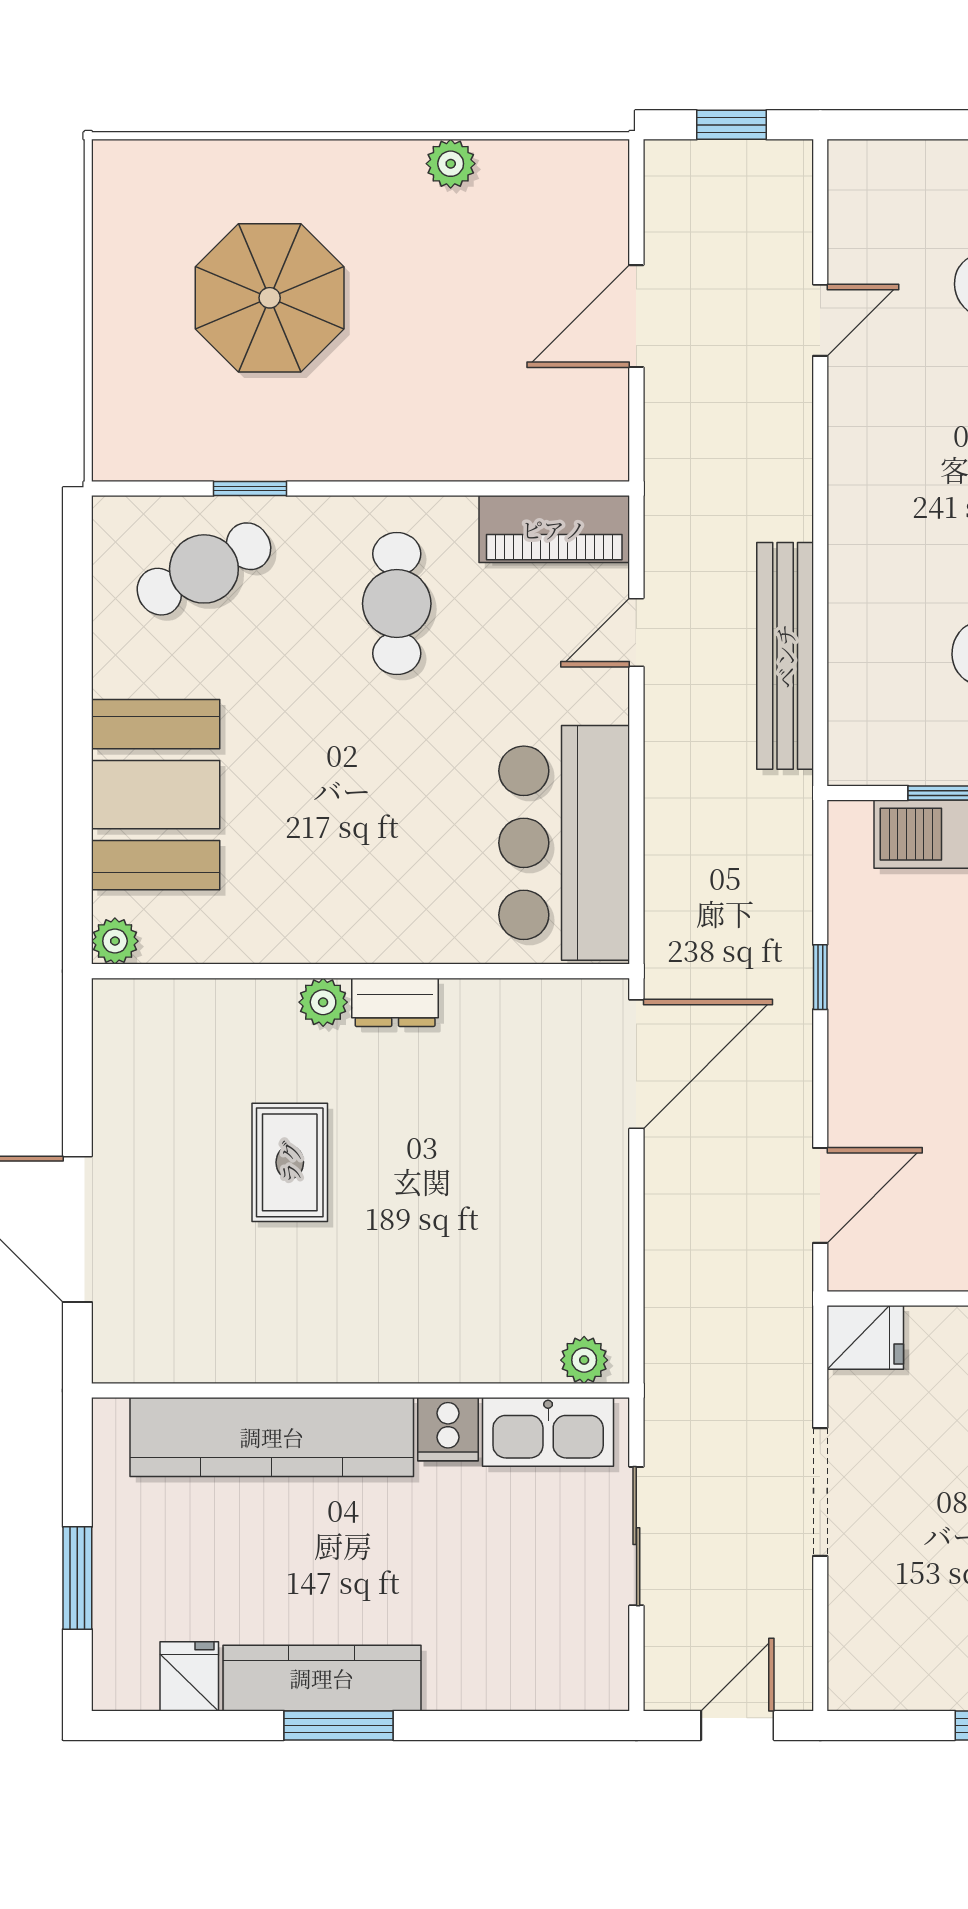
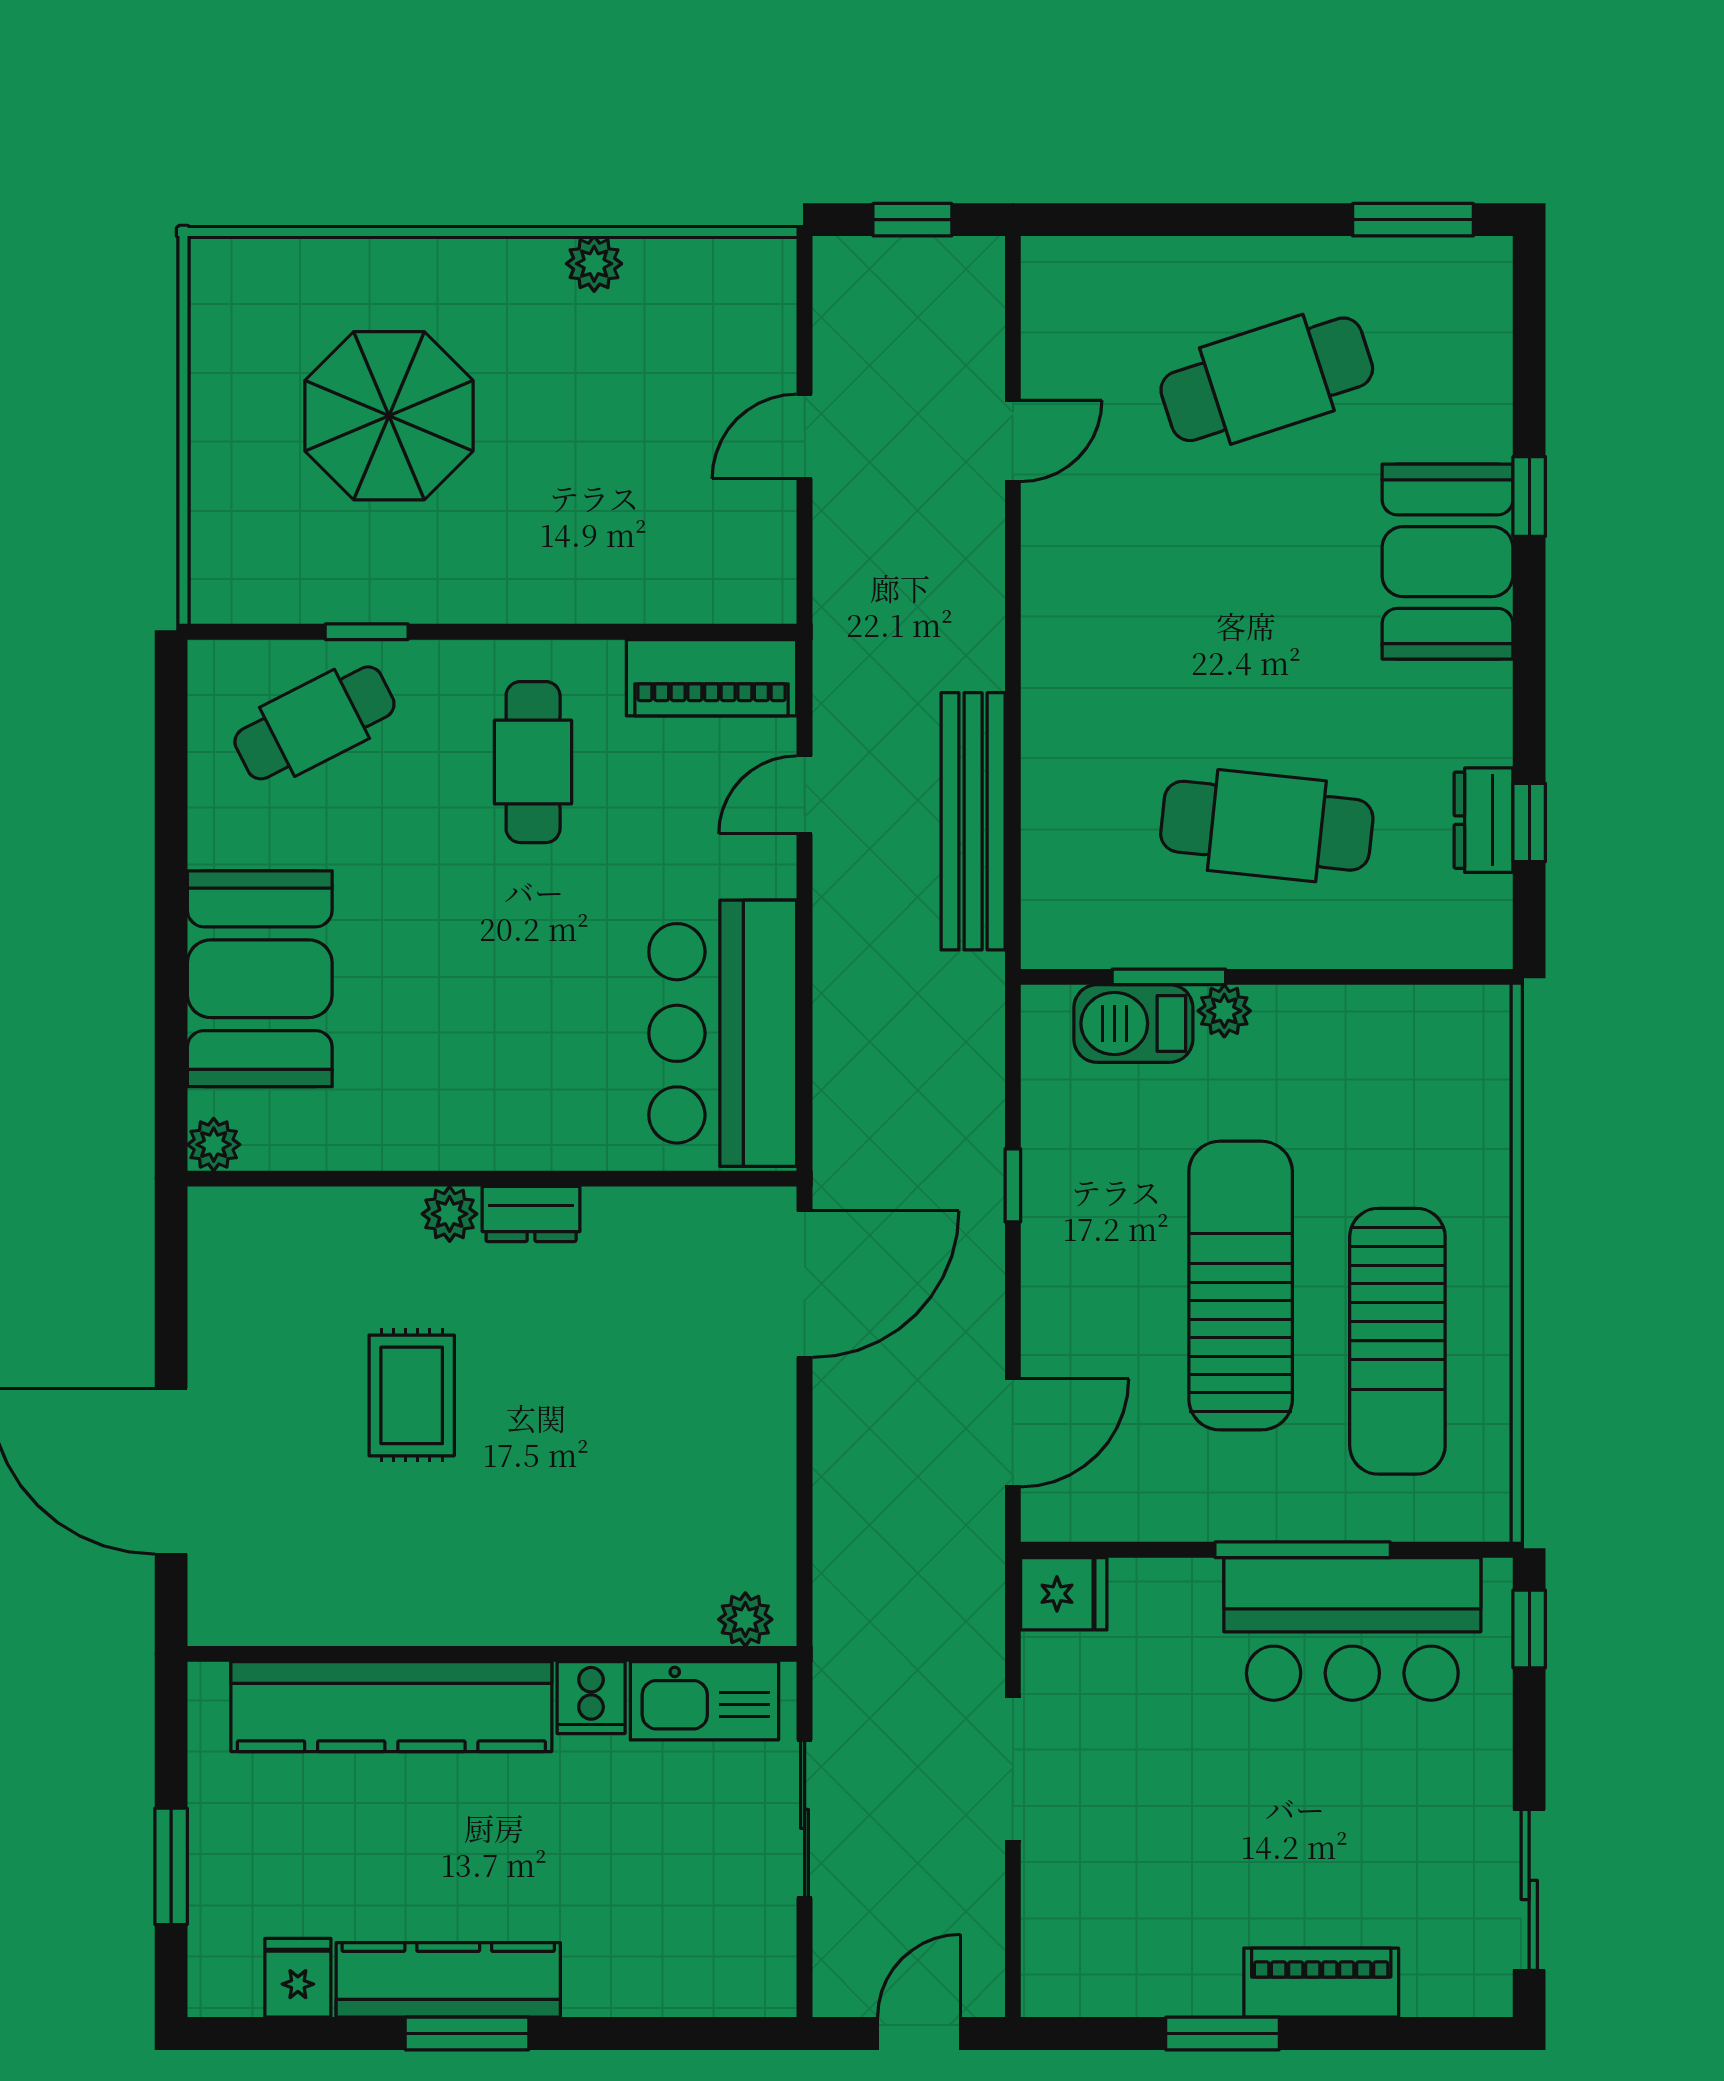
door: (636, 316) -> (805, 436), width x0.73

